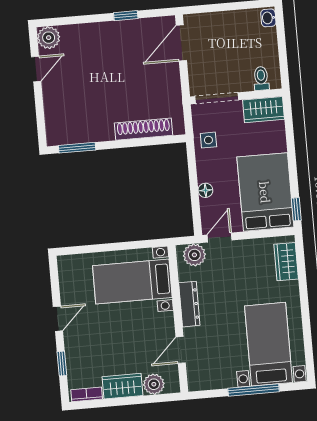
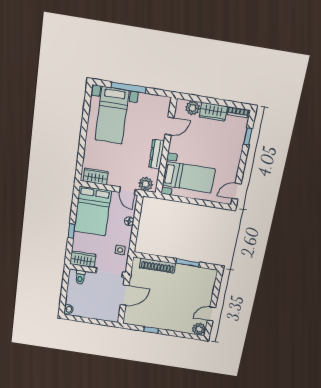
door: (181, 43) -> (125, 295), moved
window: (77, 148) -> (188, 263), moved
window: (296, 209) -> (71, 231), moved
door: (220, 238) -> (127, 191), hinge flipped
wardrobe: (286, 262) -> (96, 176), moved, turned -90
door: (58, 319) -> (237, 191), moved

